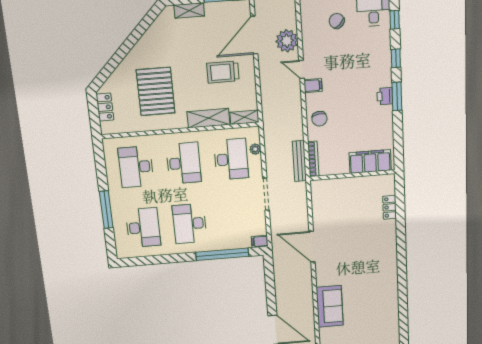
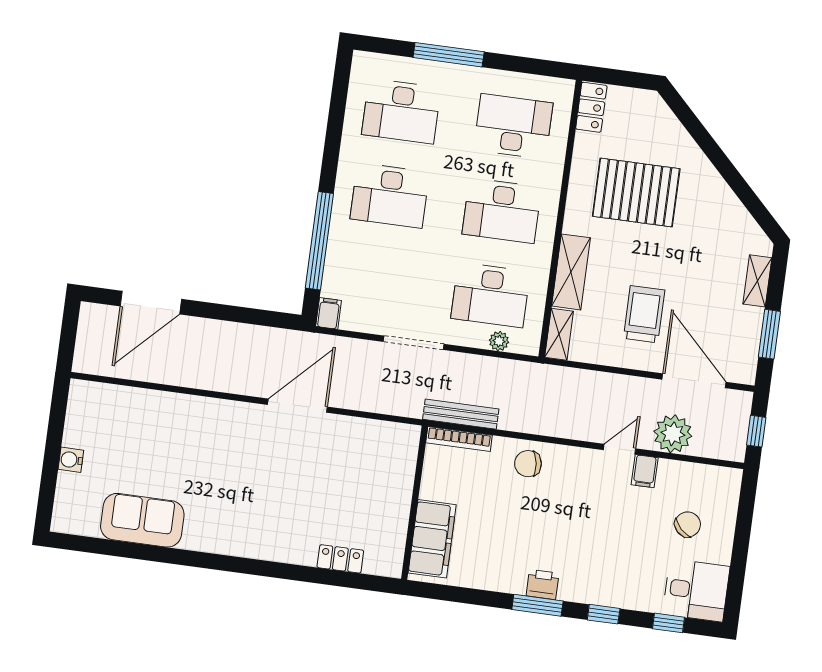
filing cabinet: (313, 86) -> (645, 471), moved
locker: (105, 107) -> (591, 107), moved, turned -90
desk: (190, 224) -> (390, 196), turned 180
sofa: (330, 306) -> (142, 520), moved, turned 180

